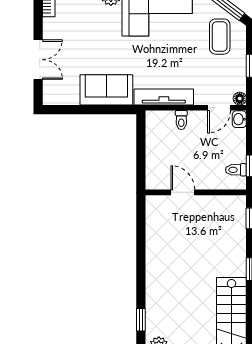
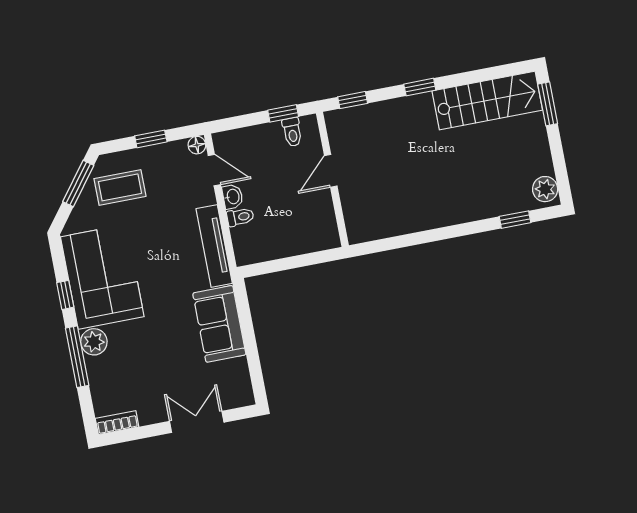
washbasin: (239, 119) -> (233, 197), moved, turned -90
door: (183, 192) -> (331, 171), moved

